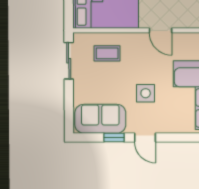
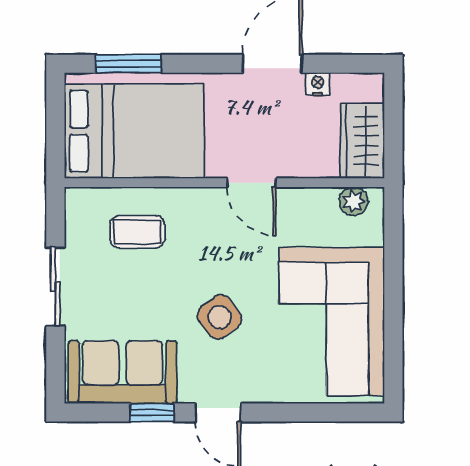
sliding door: (69, 61) -> (55, 286), moved
side table: (146, 93) -> (220, 317), turned -38

